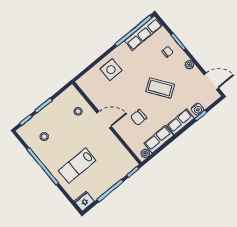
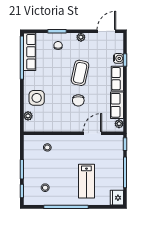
plant: (91, 75) -> (28, 116), added
coffee table: (160, 88) -> (80, 73), turned -43
chair: (139, 117) -> (78, 100), moved
door: (104, 120) -> (92, 133), moved

